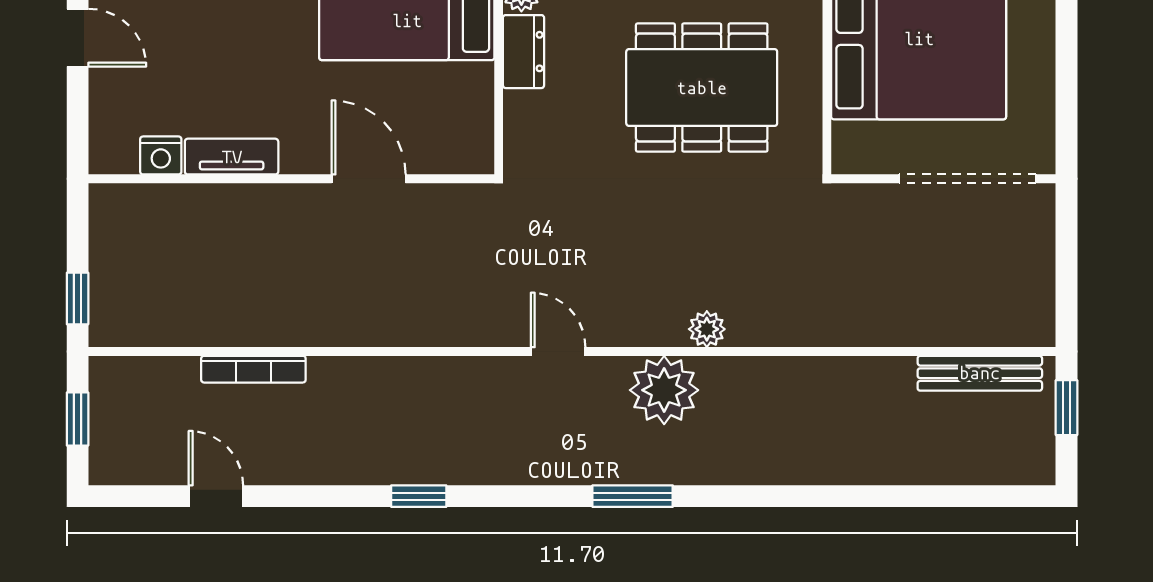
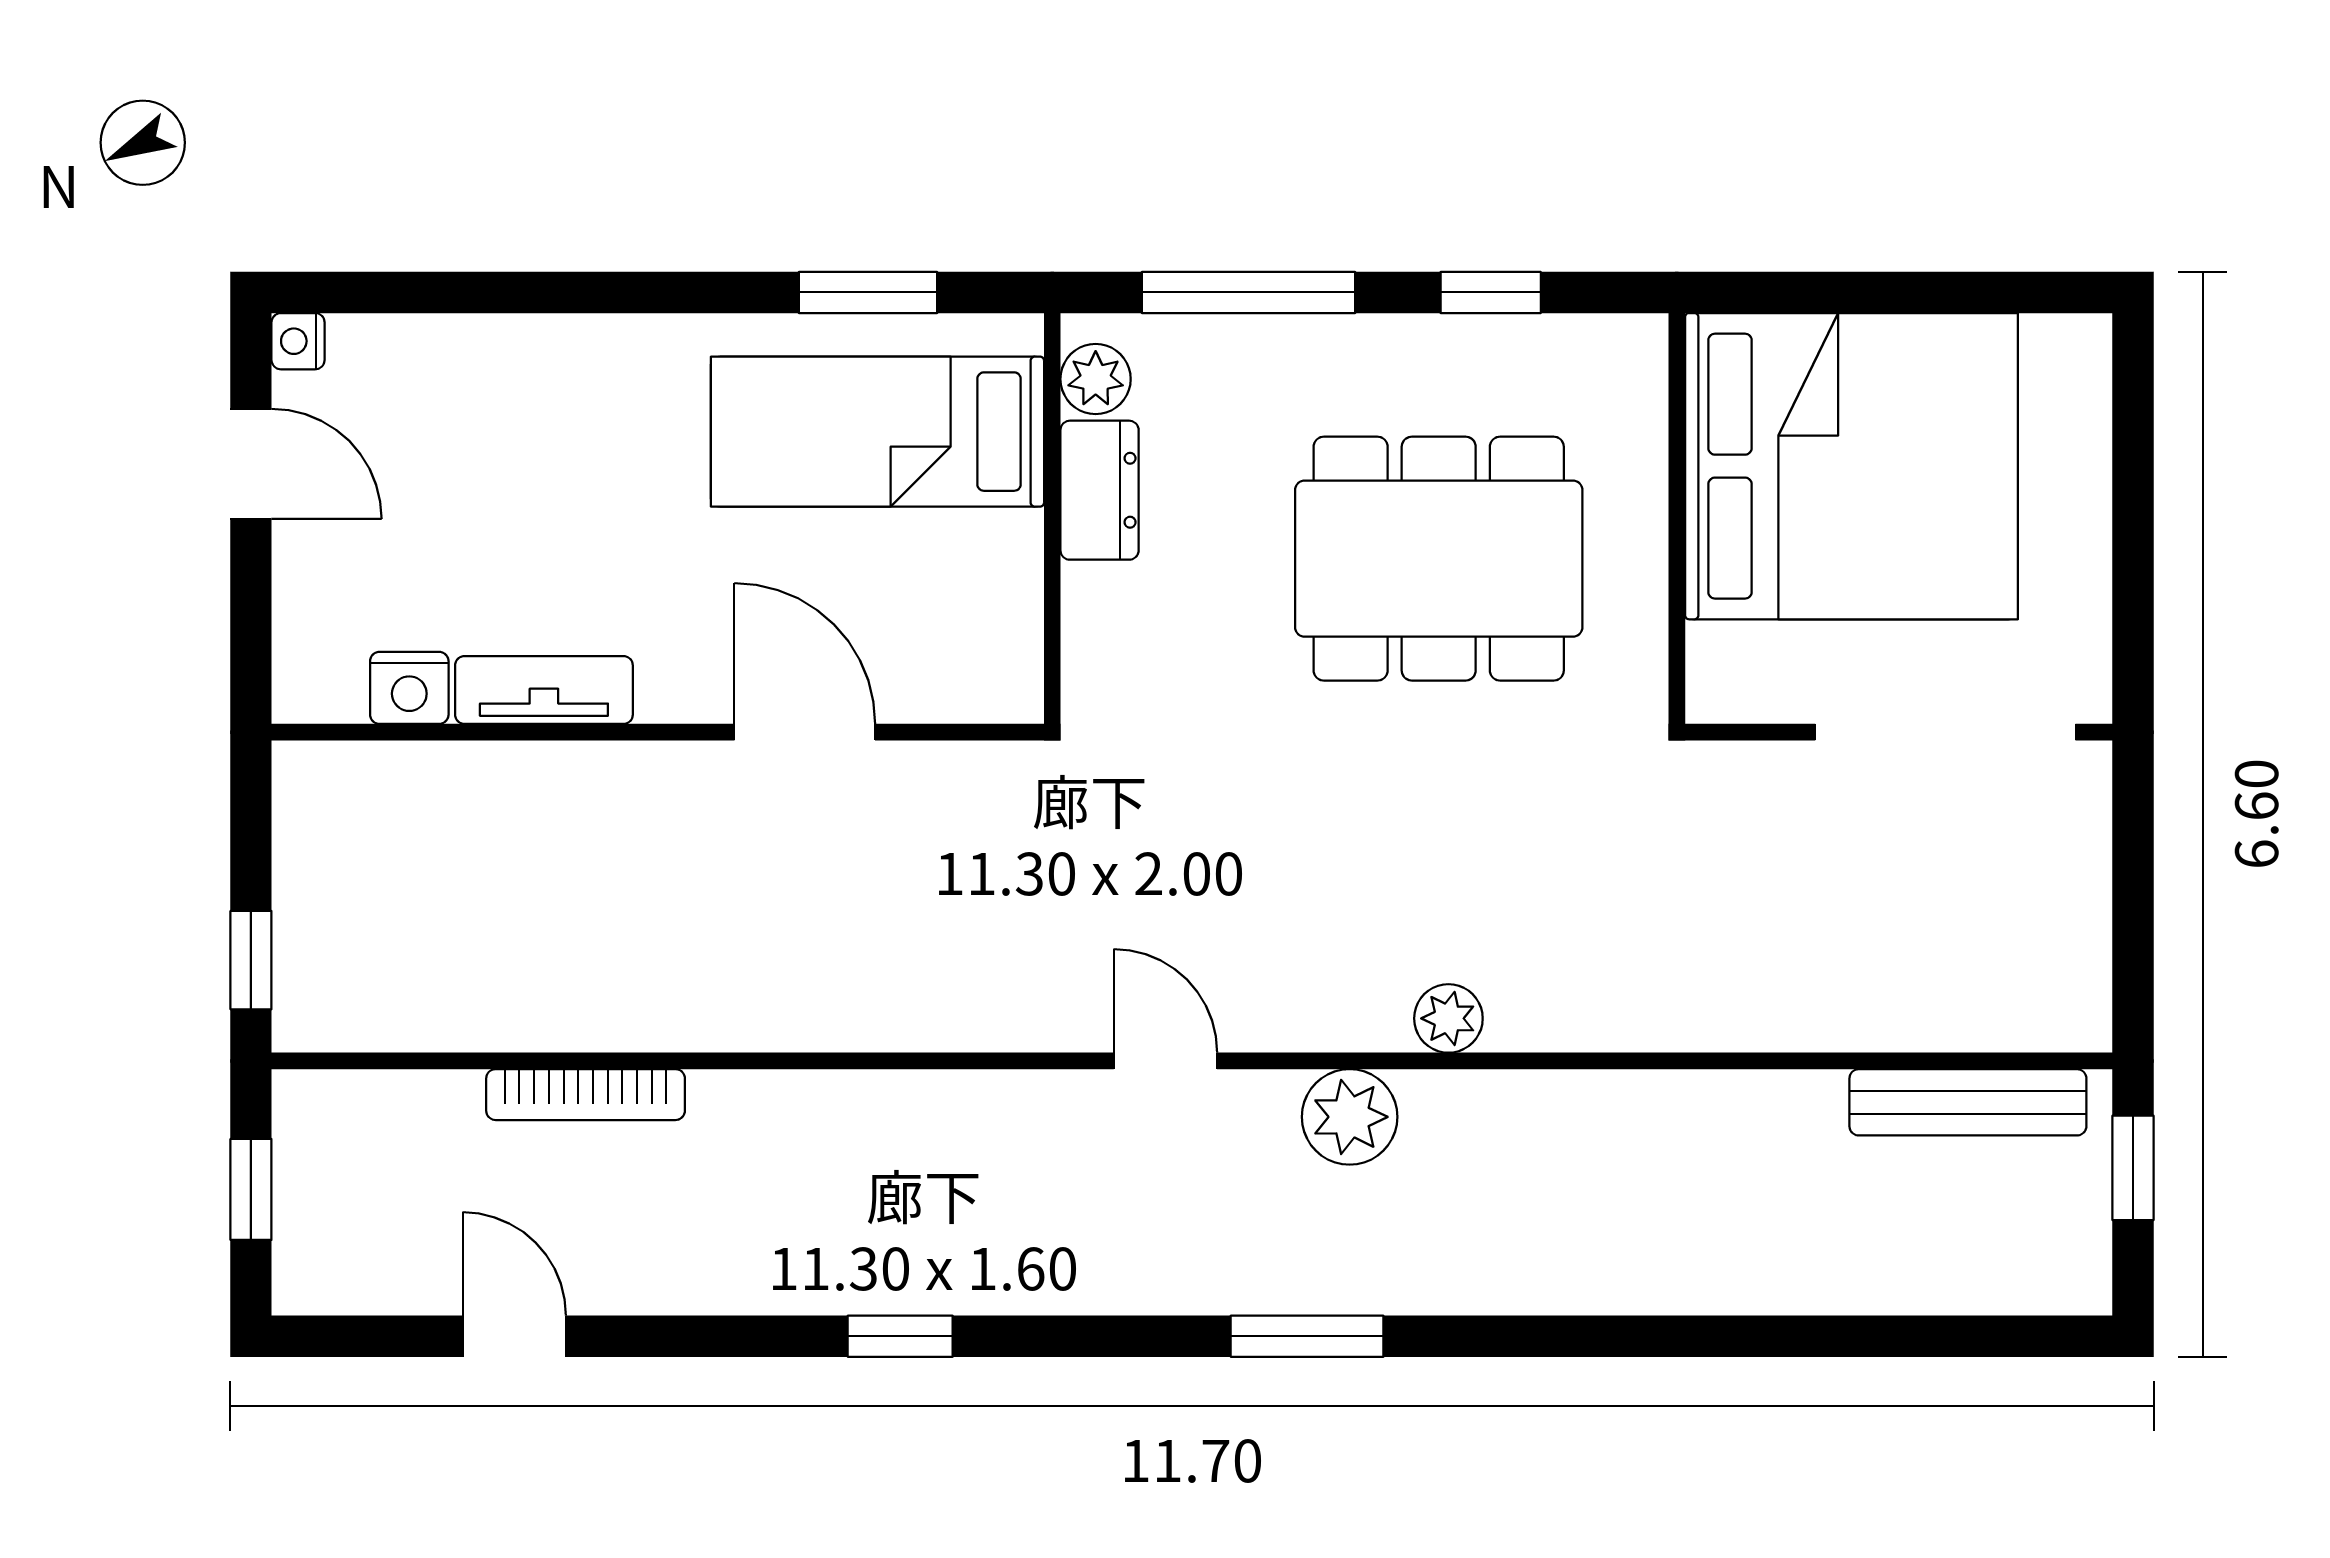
plant: (664, 390) -> (1350, 1117), width x0.73, depth x0.73

